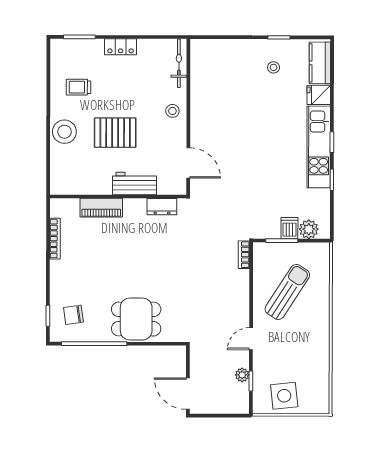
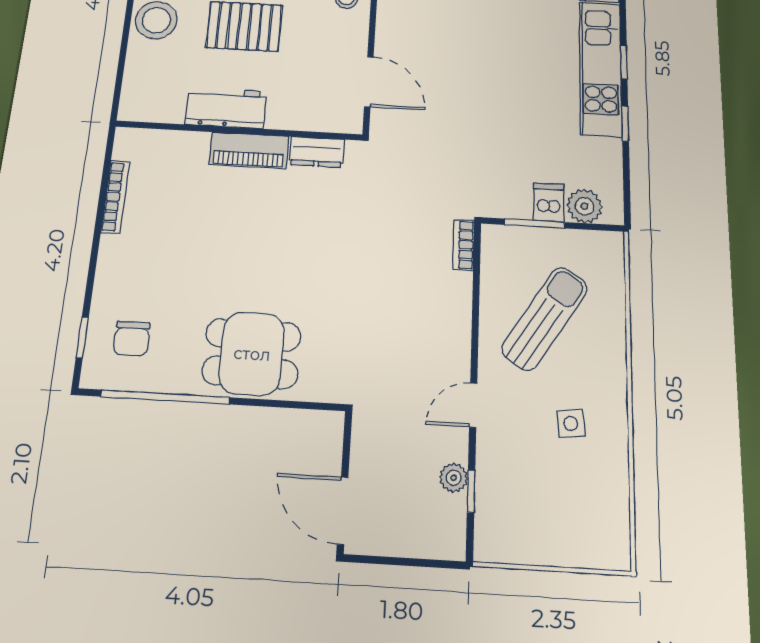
workbench: (134, 183) -> (226, 108), moved
piano: (101, 208) -> (249, 150), moved
chair: (73, 315) -> (132, 338), turned -82
side table: (284, 396) -> (571, 423), moved, width x0.54, depth x0.54

